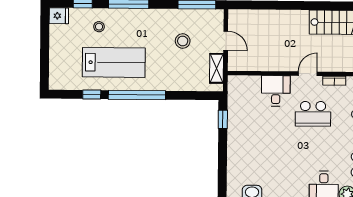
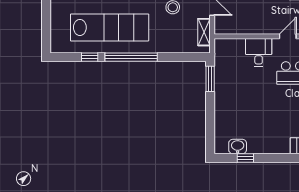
lab bench: (114, 62) -> (110, 27), width x1.36
window: (223, 119) -> (210, 79), width x1.50

